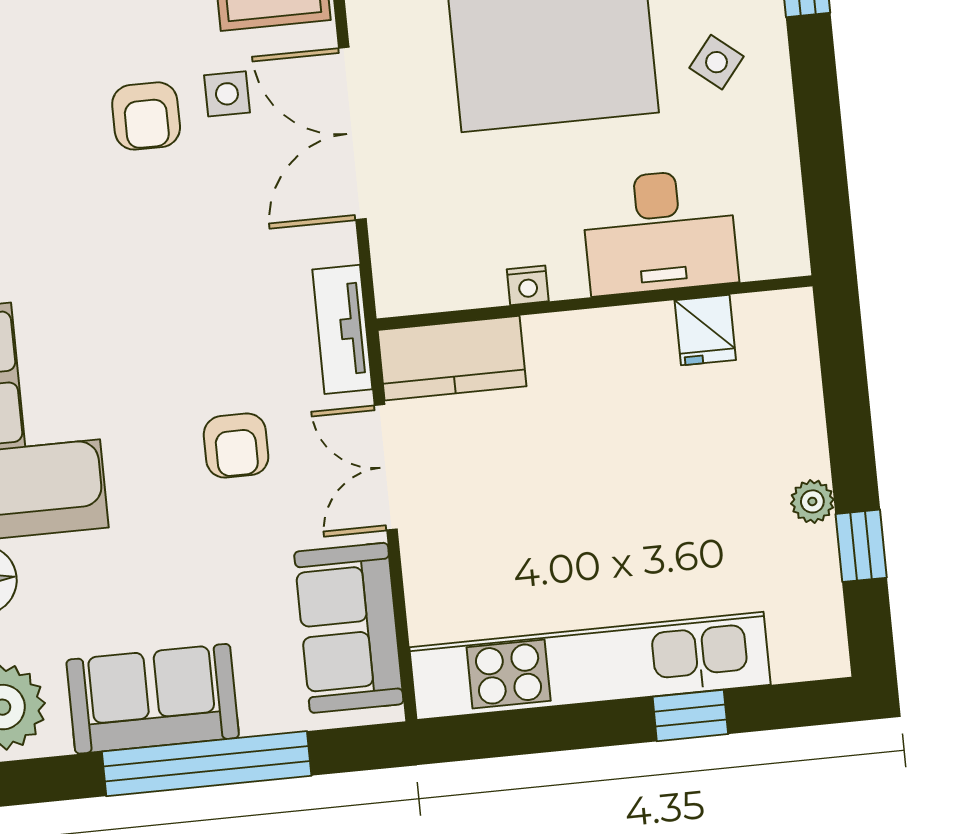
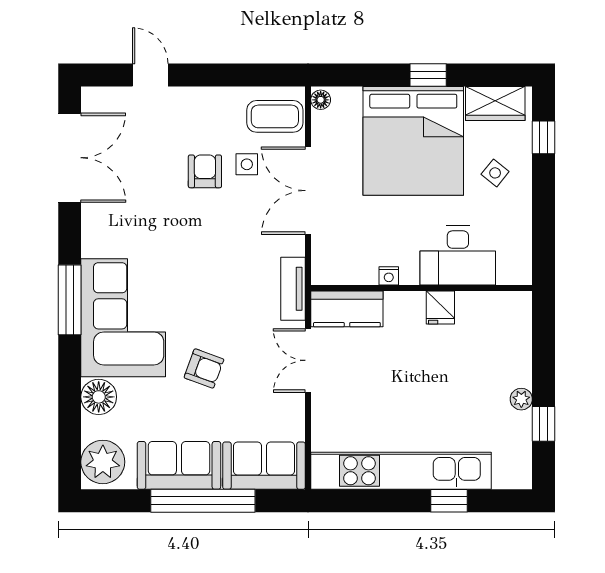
armchair: (146, 116) -> (205, 171), turned 180
fridge: (705, 330) -> (440, 307), moved
armchair: (236, 446) -> (204, 368), moved, turned -70
sofa: (349, 628) -> (264, 466), moved, turned 90

